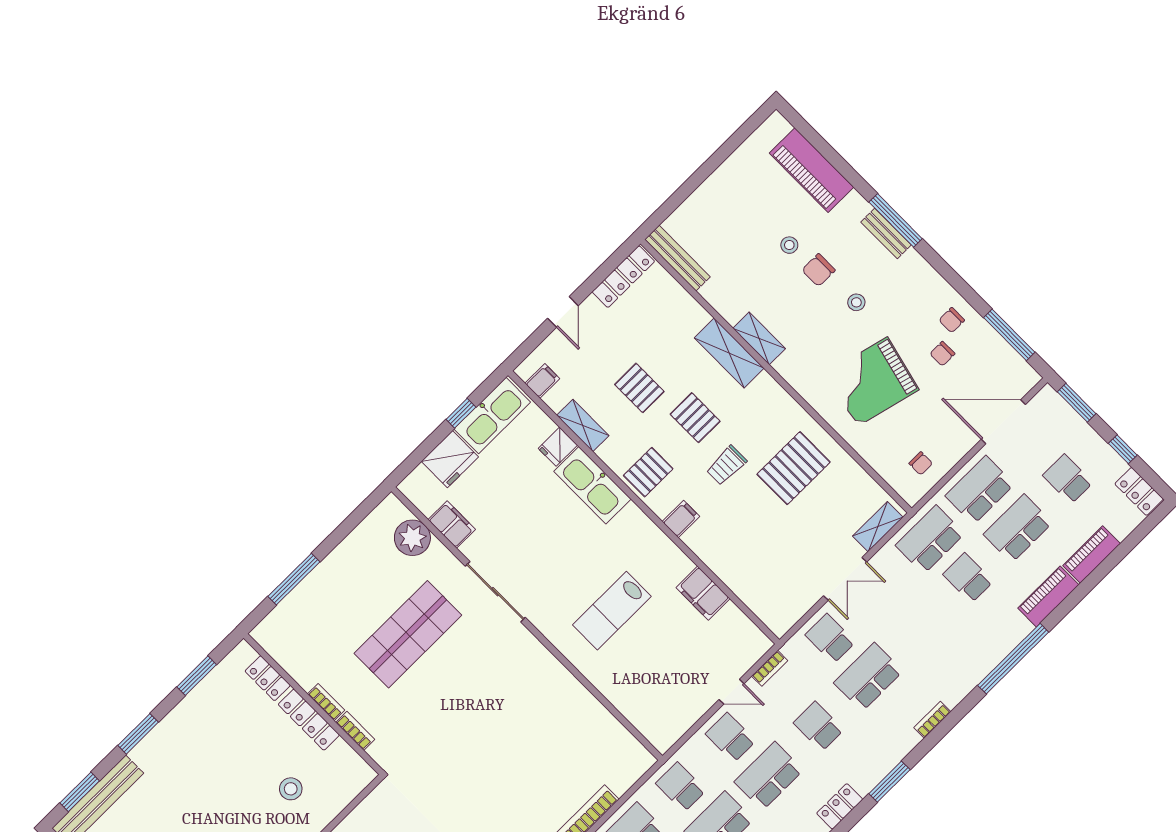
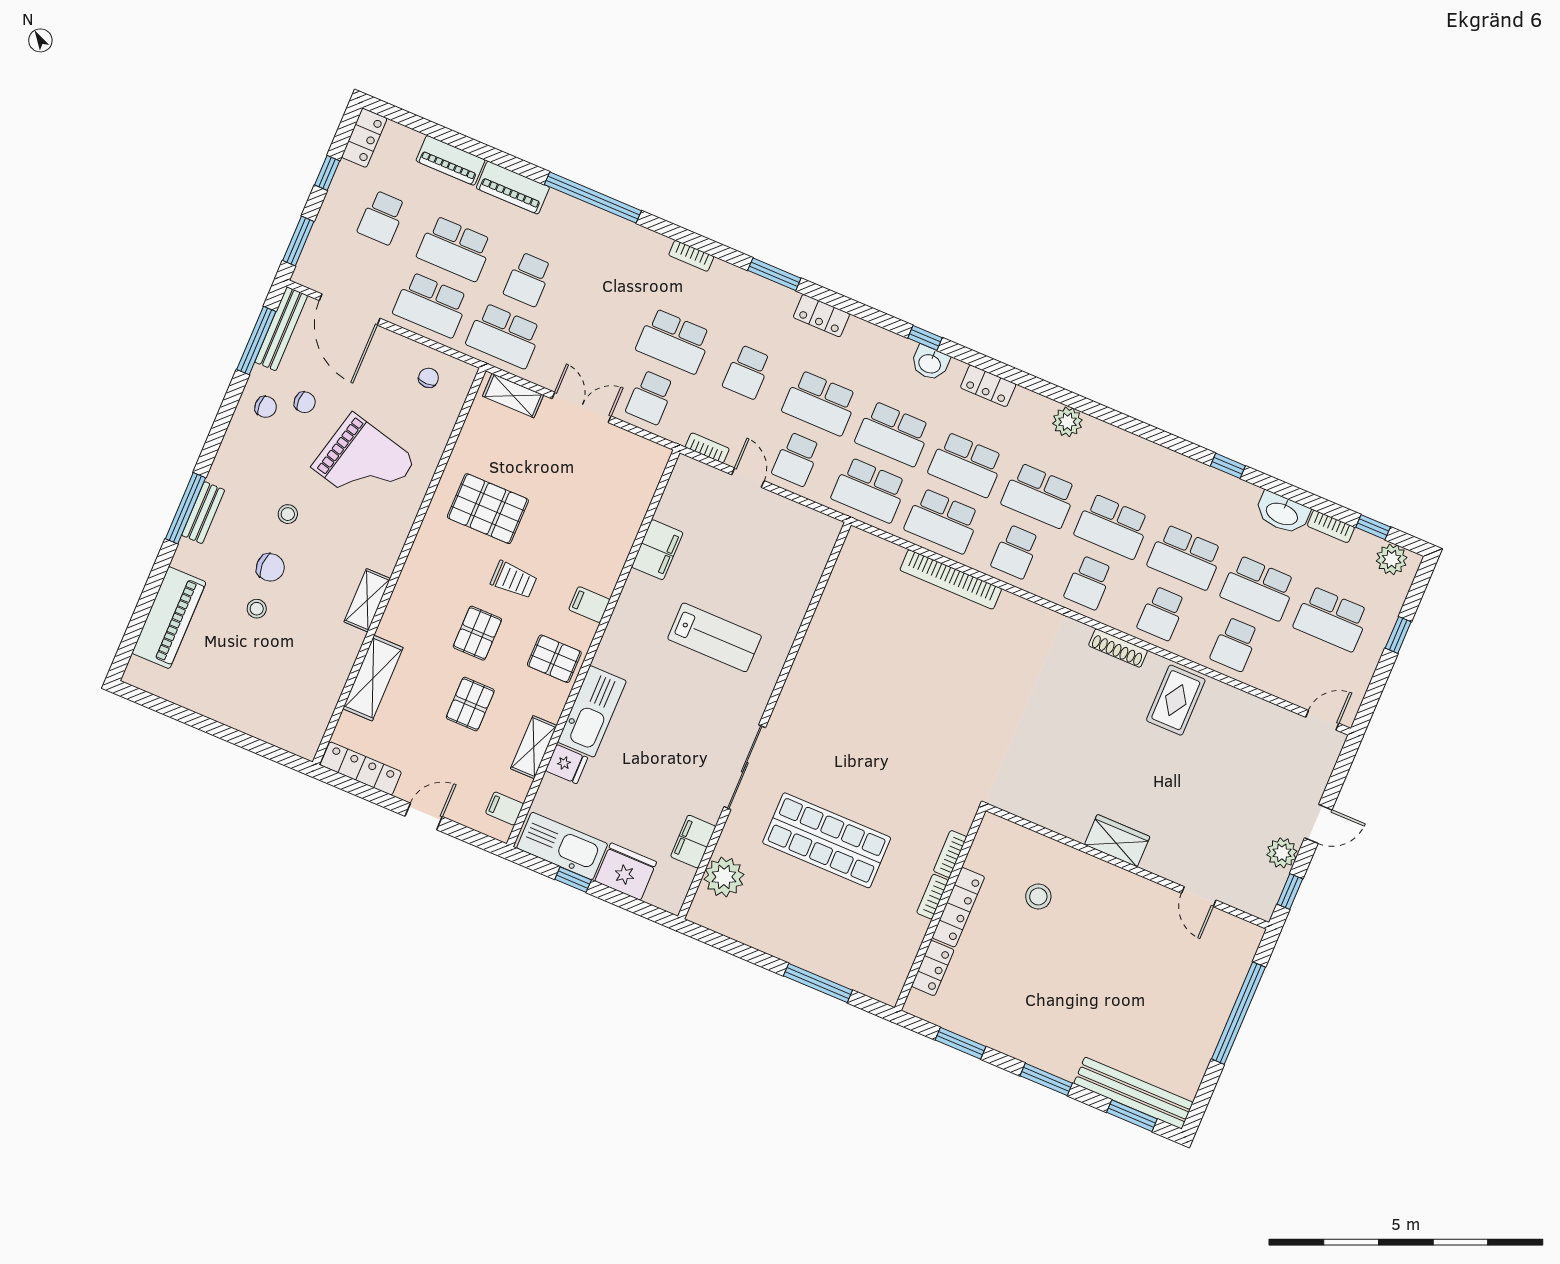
bench: (677, 258) -> (281, 329), moved
shelving: (729, 353) -> (373, 678), moved
school desk: (681, 787) -> (869, 490), width x1.85

